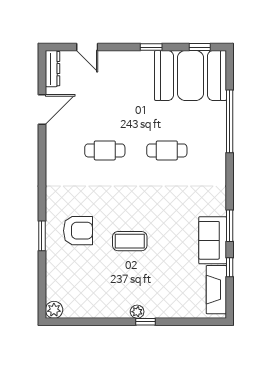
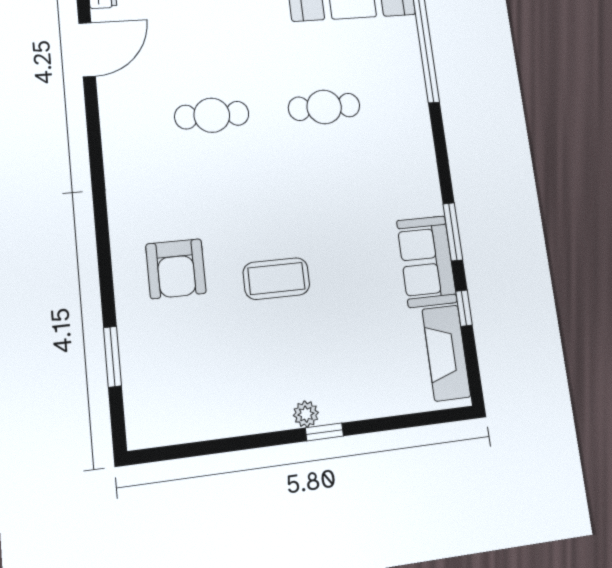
armchair: (78, 231) -> (176, 269), turned 90
window: (42, 236) -> (112, 357), moved
plant: (54, 310) -> (143, 431), removed

